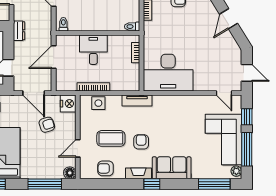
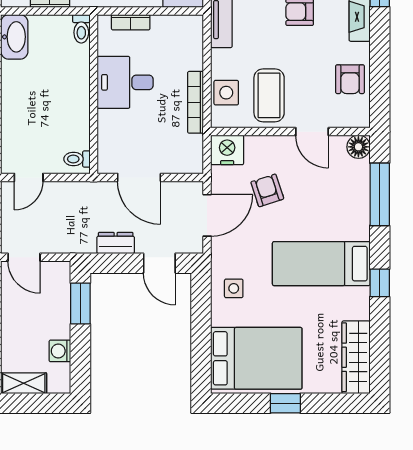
dresser: (19, 31) -> (116, 243), moved
desk: (93, 50) -> (125, 82), moved
coffee table: (111, 138) -> (269, 95), moved

